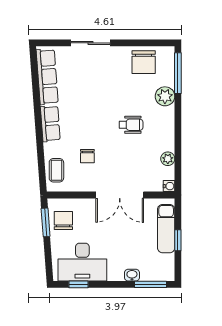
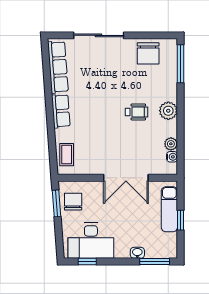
sliding door: (90, 43) -> (99, 35), width x1.37
plant: (165, 96) -> (168, 111), moved
chair: (87, 156) -> (96, 141), removed
water cooler: (169, 186) -> (172, 157), moved

